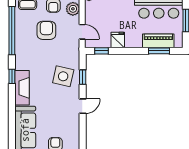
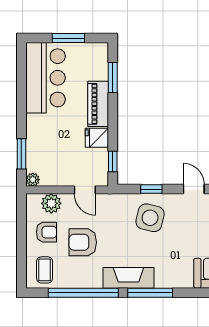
door: (82, 32) -> (85, 190), swing flipped
piano: (158, 41) -> (98, 104), moved
window: (12, 76) -> (150, 293), width x2.17
fireplace: (22, 88) -> (128, 278), moved

